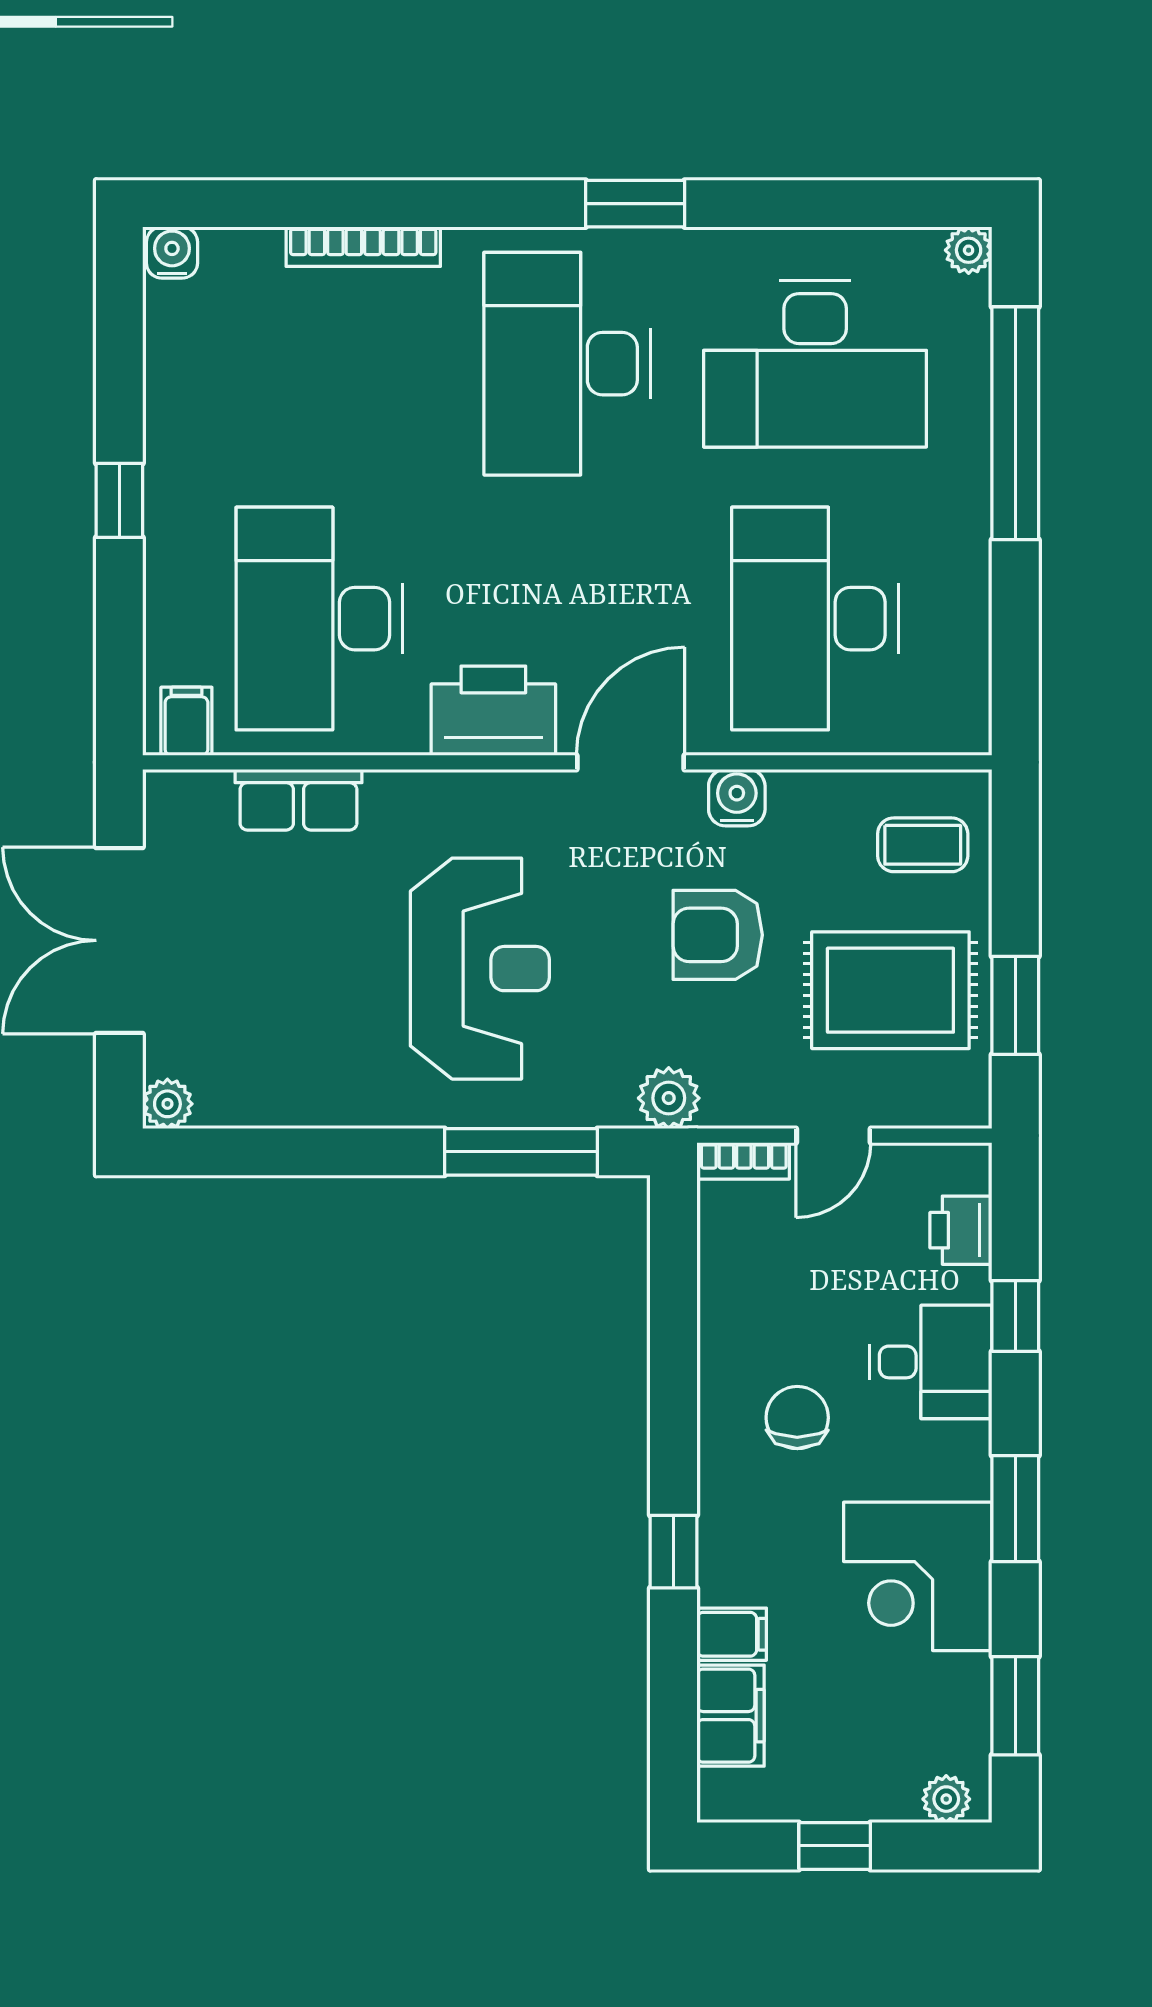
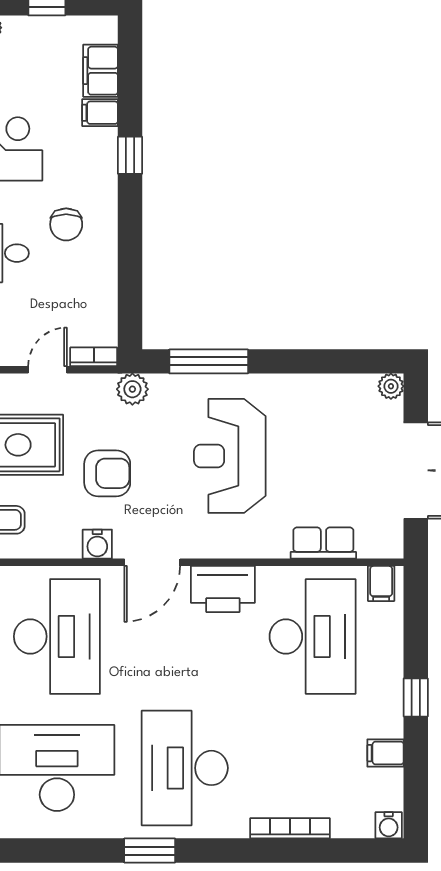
desk: (567, 364) -> (185, 768), turned 180
filing cabinet: (178, 393) -> (386, 753), added

